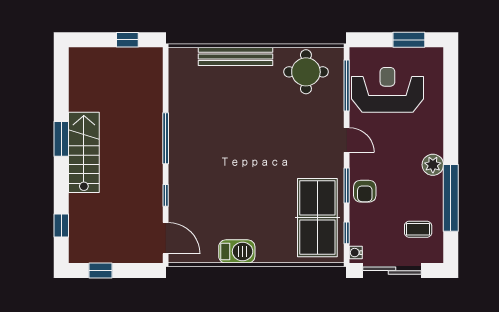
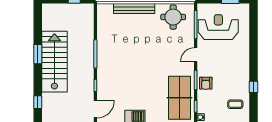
door: (347, 140) -> (196, 55), swing flipped
stairs: (84, 152) -> (54, 62), width x1.36, depth x1.51
plant: (433, 165) -> (243, 69), removed
window: (451, 198) -> (253, 87), width x0.32
door: (166, 238) -> (95, 109), hinge flipped

